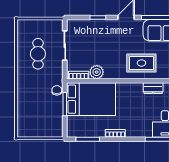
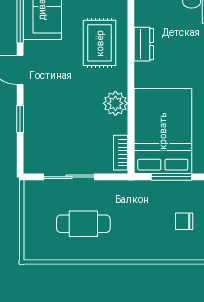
plant: (97, 72) -> (115, 103), moved
dresser: (153, 88) -> (144, 44), moved
chair: (57, 90) -> (184, 221), moved

